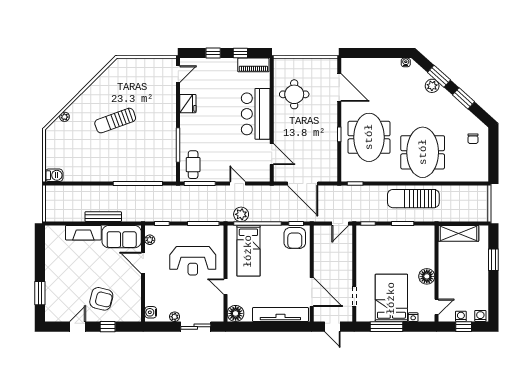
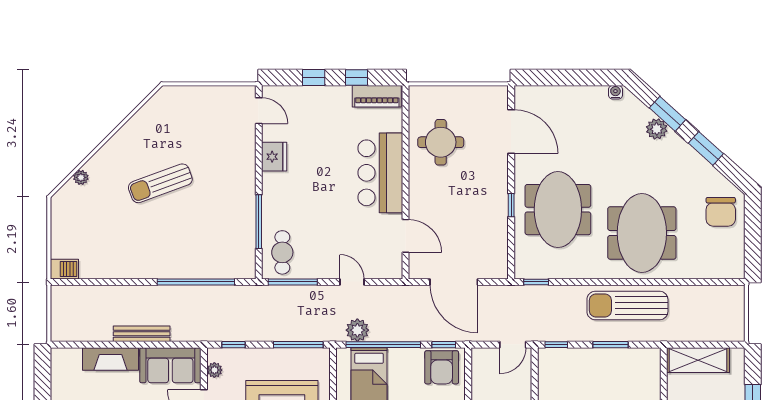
door: (178, 74) -> (259, 111), hinge flipped
chair: (473, 139) -> (721, 212), width x1.87, depth x1.87

